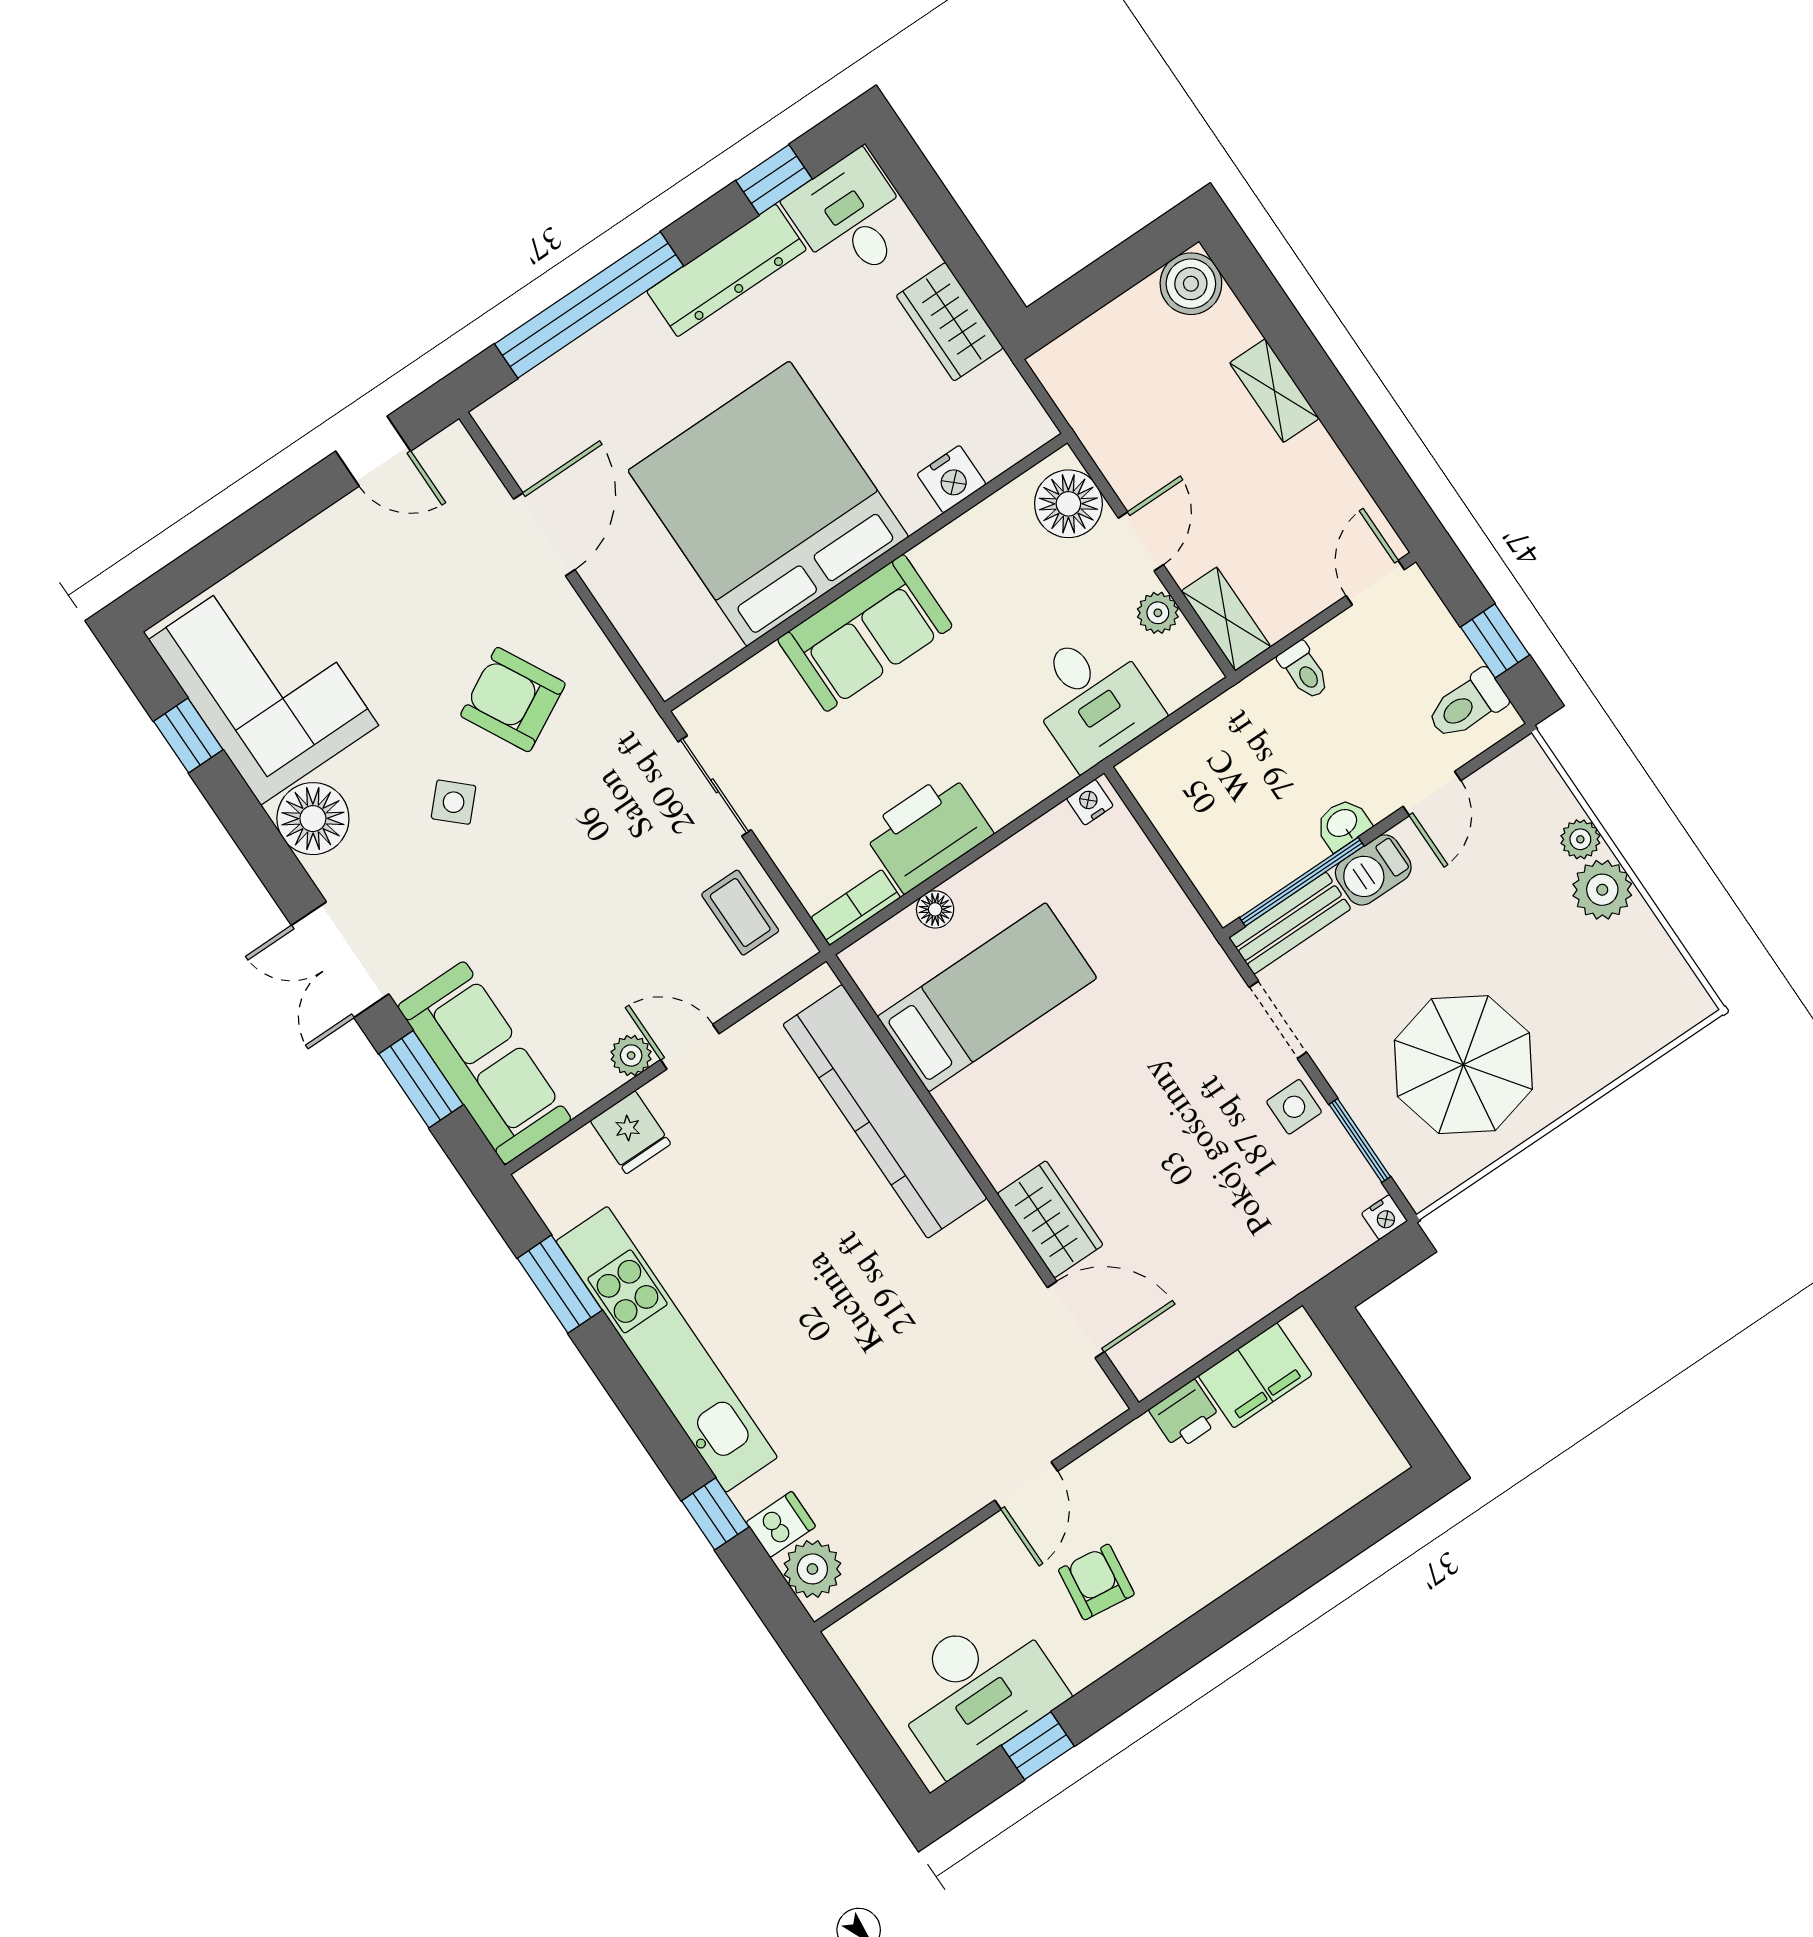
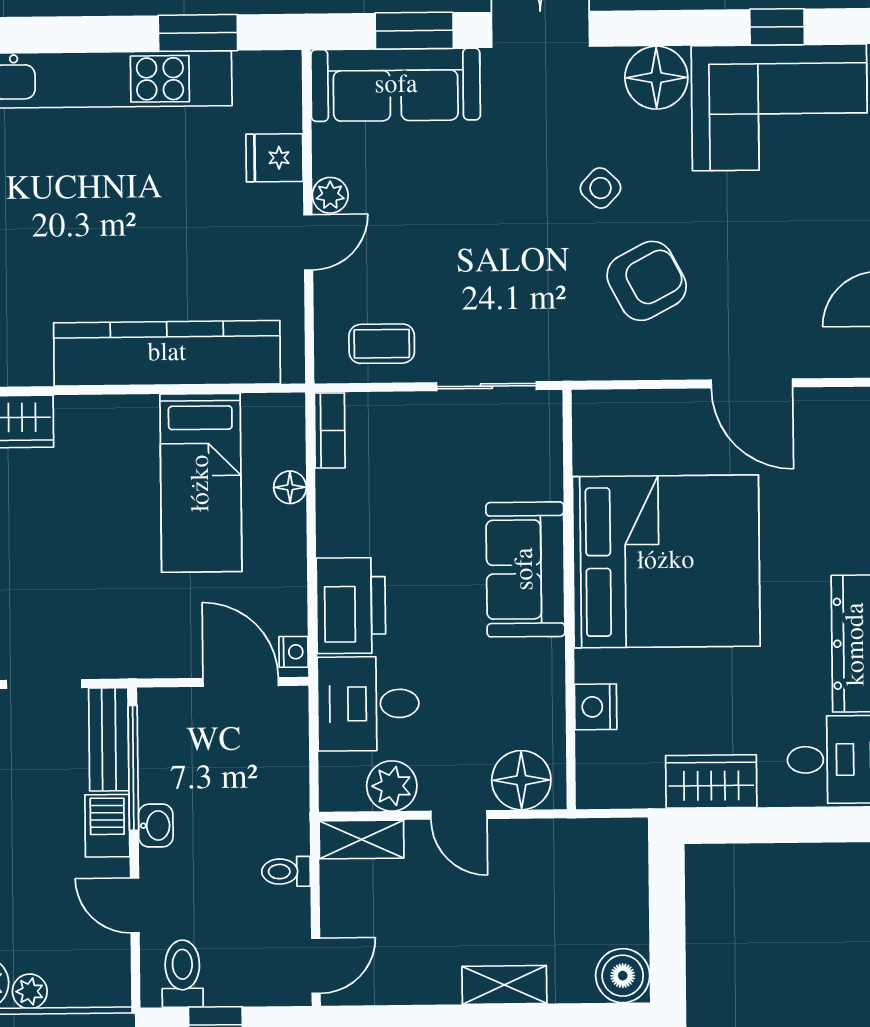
door: (1375, 583) -> (316, 966), hinge flipped
plant: (1158, 613) -> (392, 786), width x1.38, depth x1.38
printer: (928, 832) -> (351, 606), moved
door: (1152, 834) -> (241, 682), added

